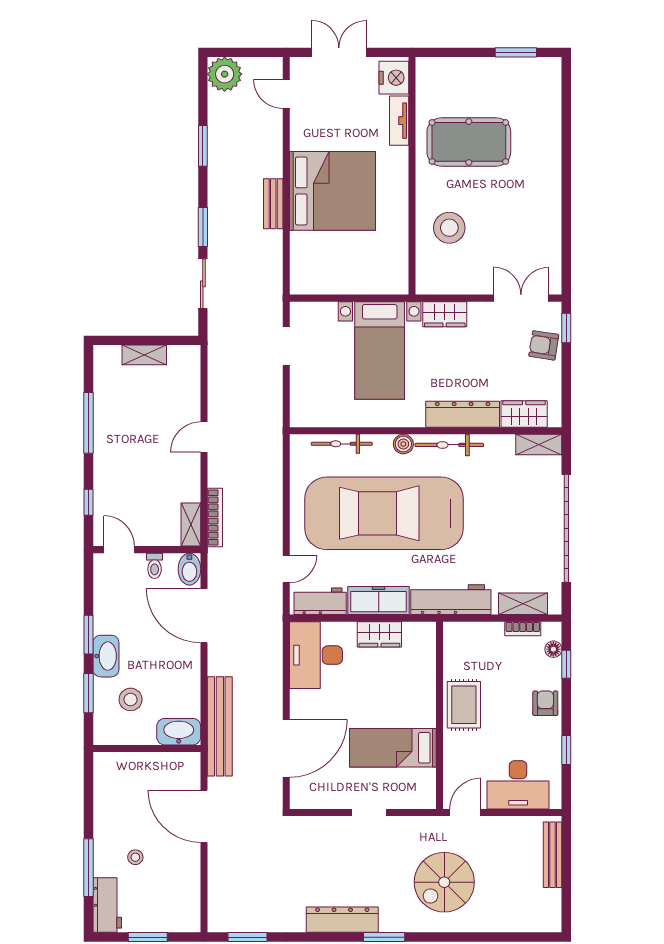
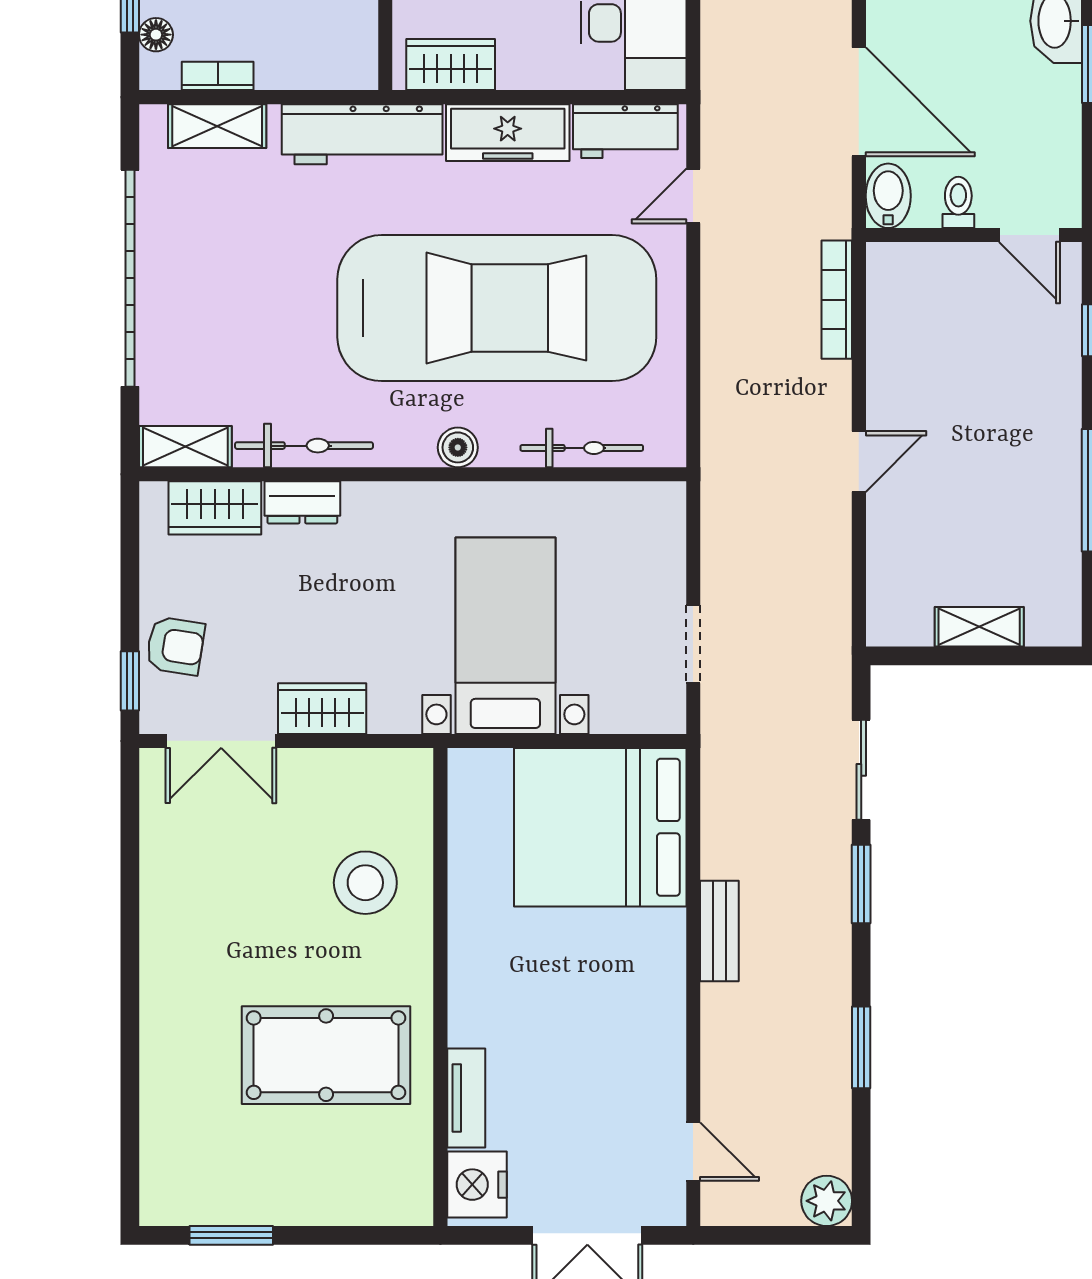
plant: (225, 74) -> (827, 1201), width x0.73, depth x0.73
bed: (333, 191) -> (600, 827), moved
wardrobe: (445, 314) -> (322, 709), moved
dresser: (463, 414) -> (302, 502), width x0.51, depth x0.80
bicycle: (449, 445) -> (304, 446), moved
shelving: (191, 525) -> (885, 285), removed
wardrobe: (379, 634) -> (451, 65), moved

